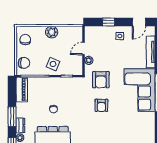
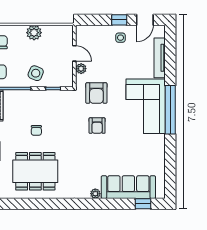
window: (109, 22) -> (119, 20), moved
door: (84, 48) -> (74, 53), swing flipped

